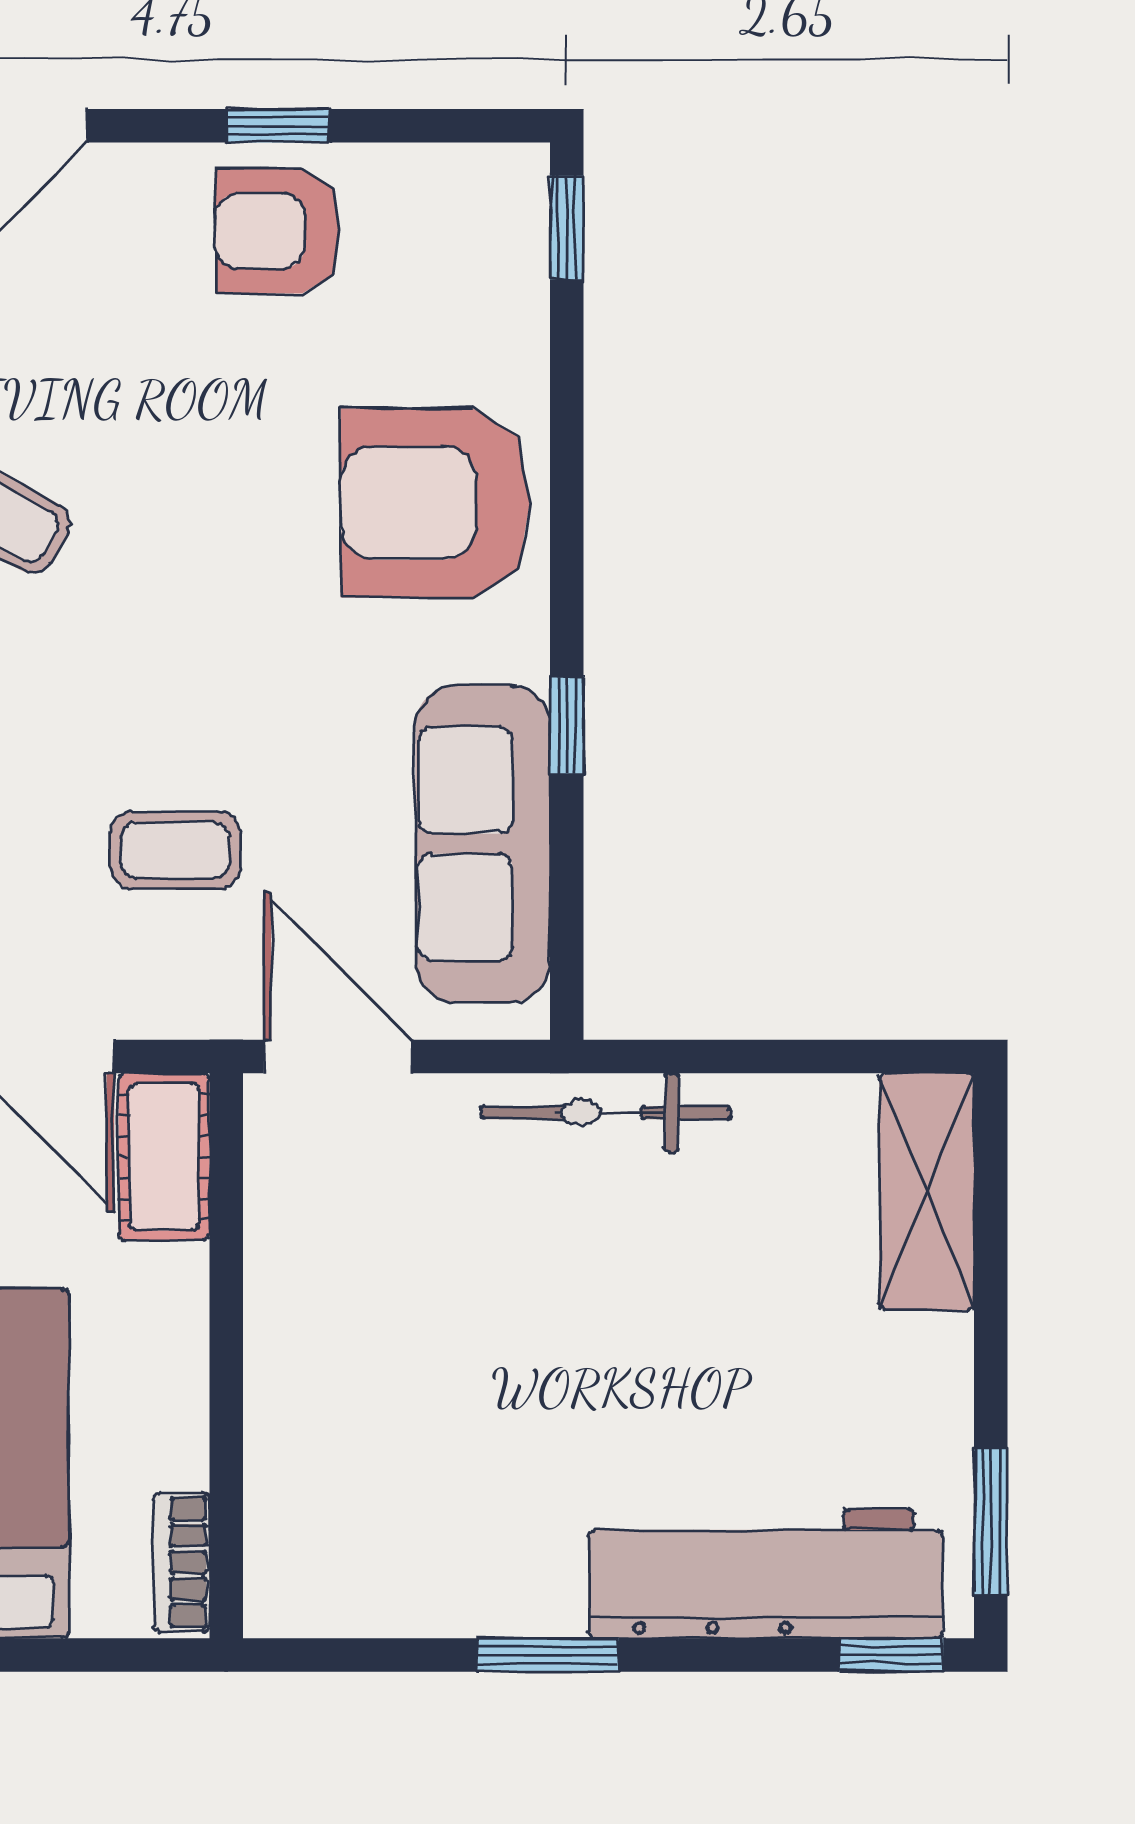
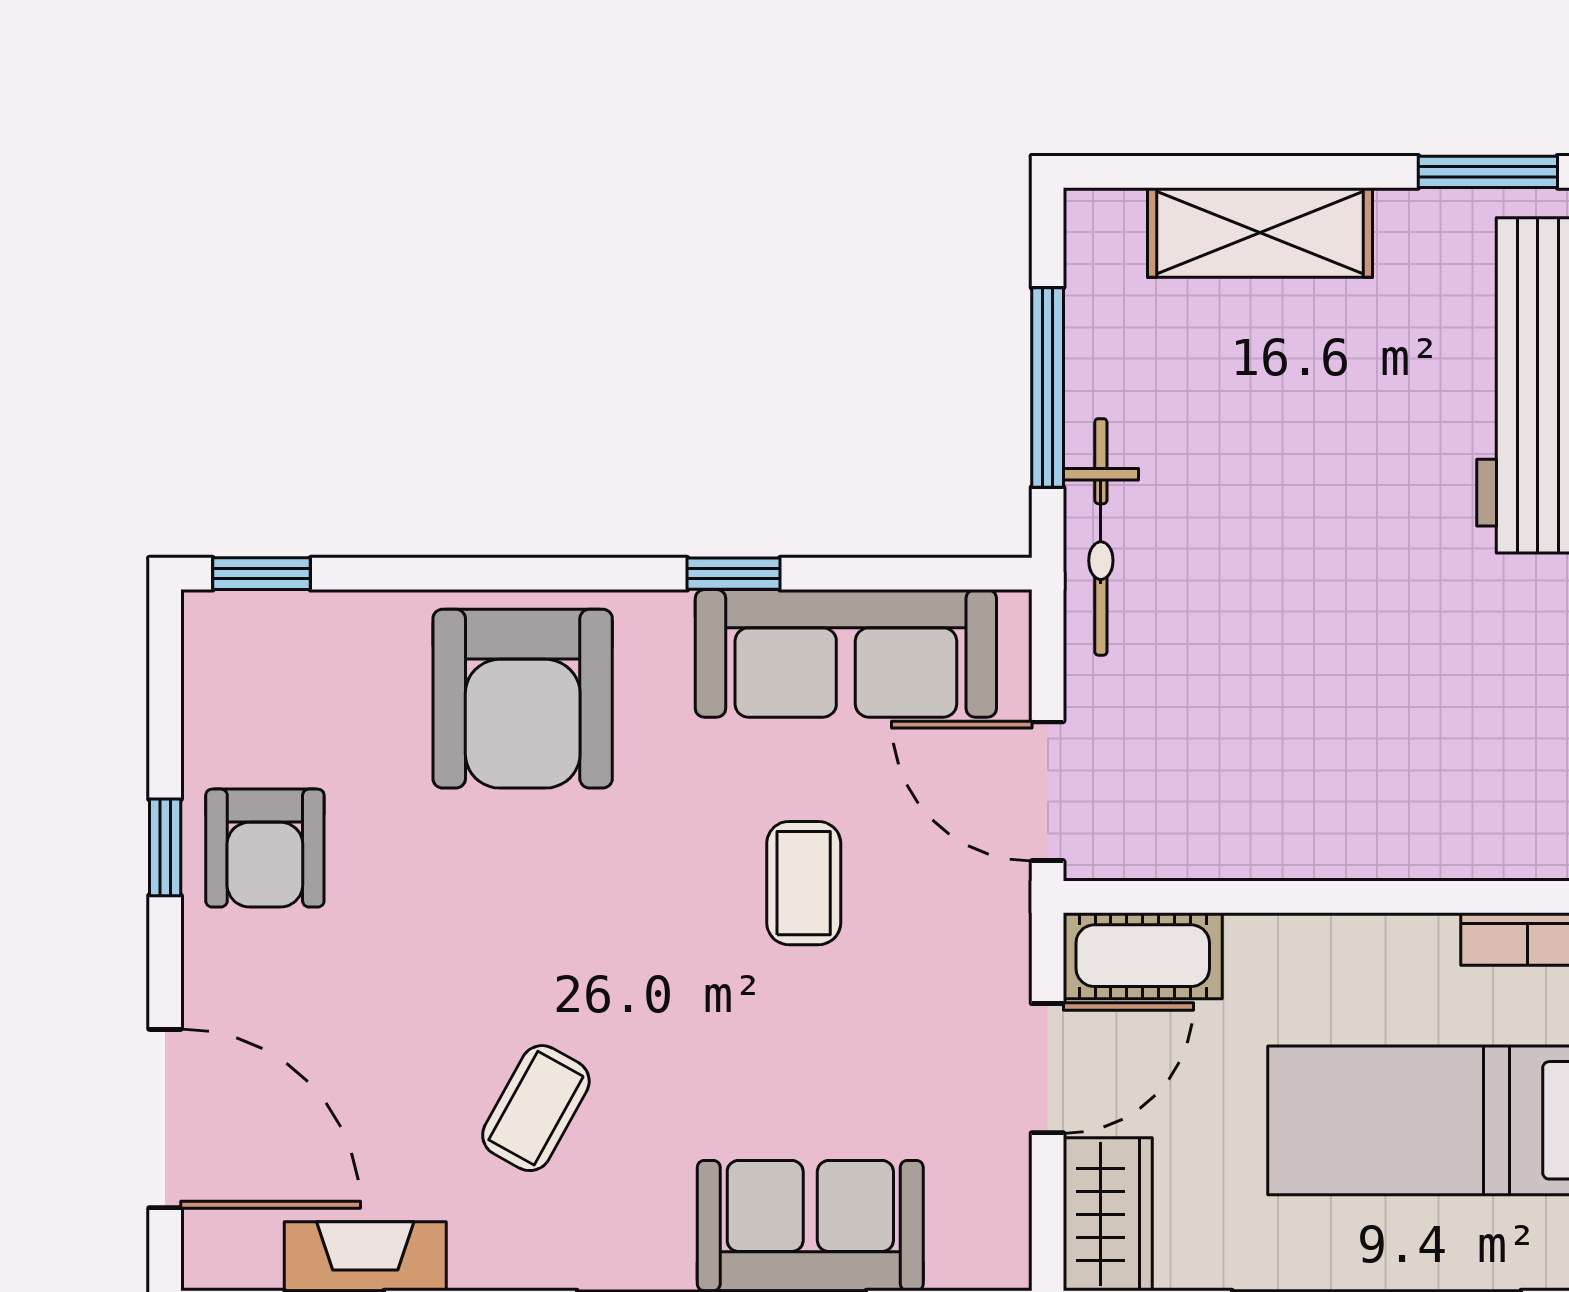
coffee table: (175, 850) -> (804, 883), moved
door: (338, 1057) -> (1048, 791), hinge flipped
window: (763, 1057) -> (1048, 387), added
shelving: (927, 1192) -> (1260, 233), moved

